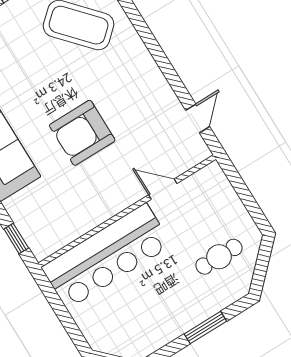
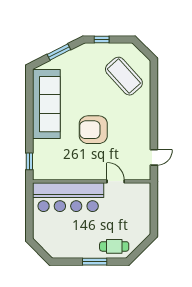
cafe table: (219, 257) -> (114, 246), moved

